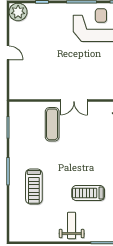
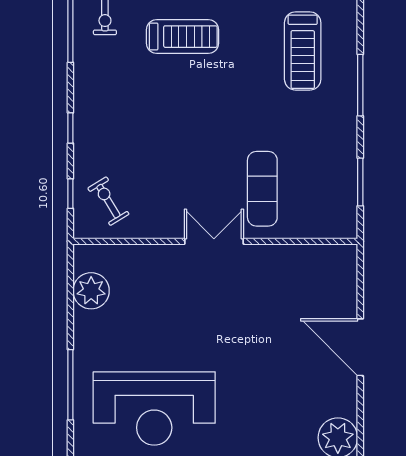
door: (8, 53) -> (360, 347), width x1.87
treadmill: (34, 186) -> (303, 51), turned 180

